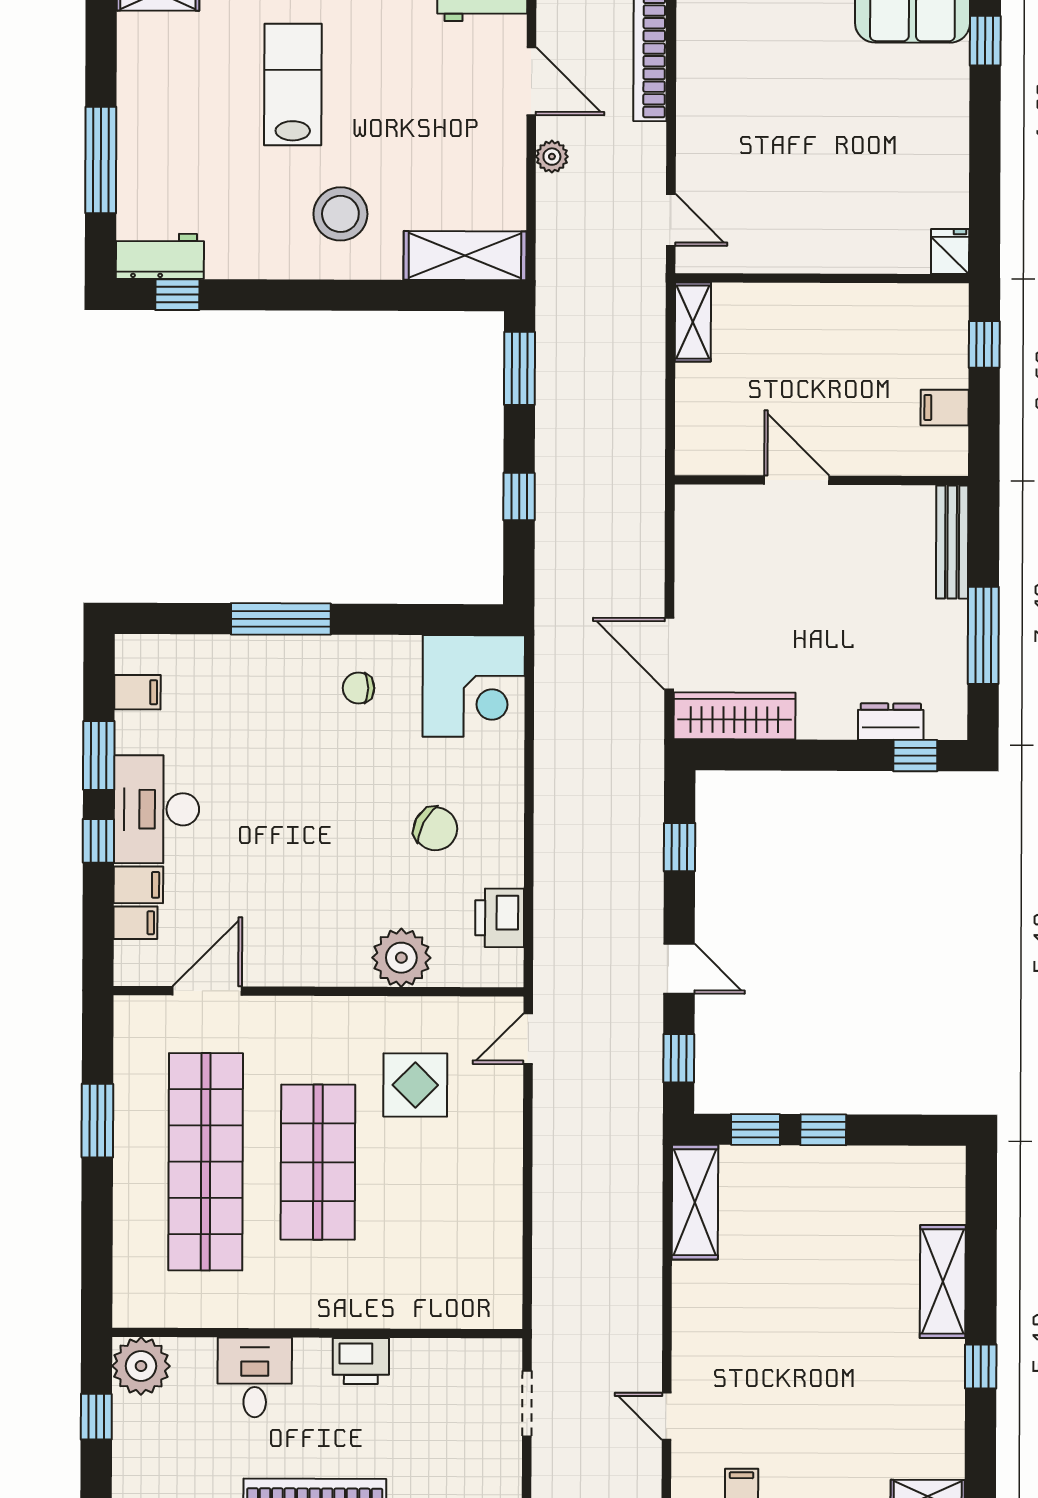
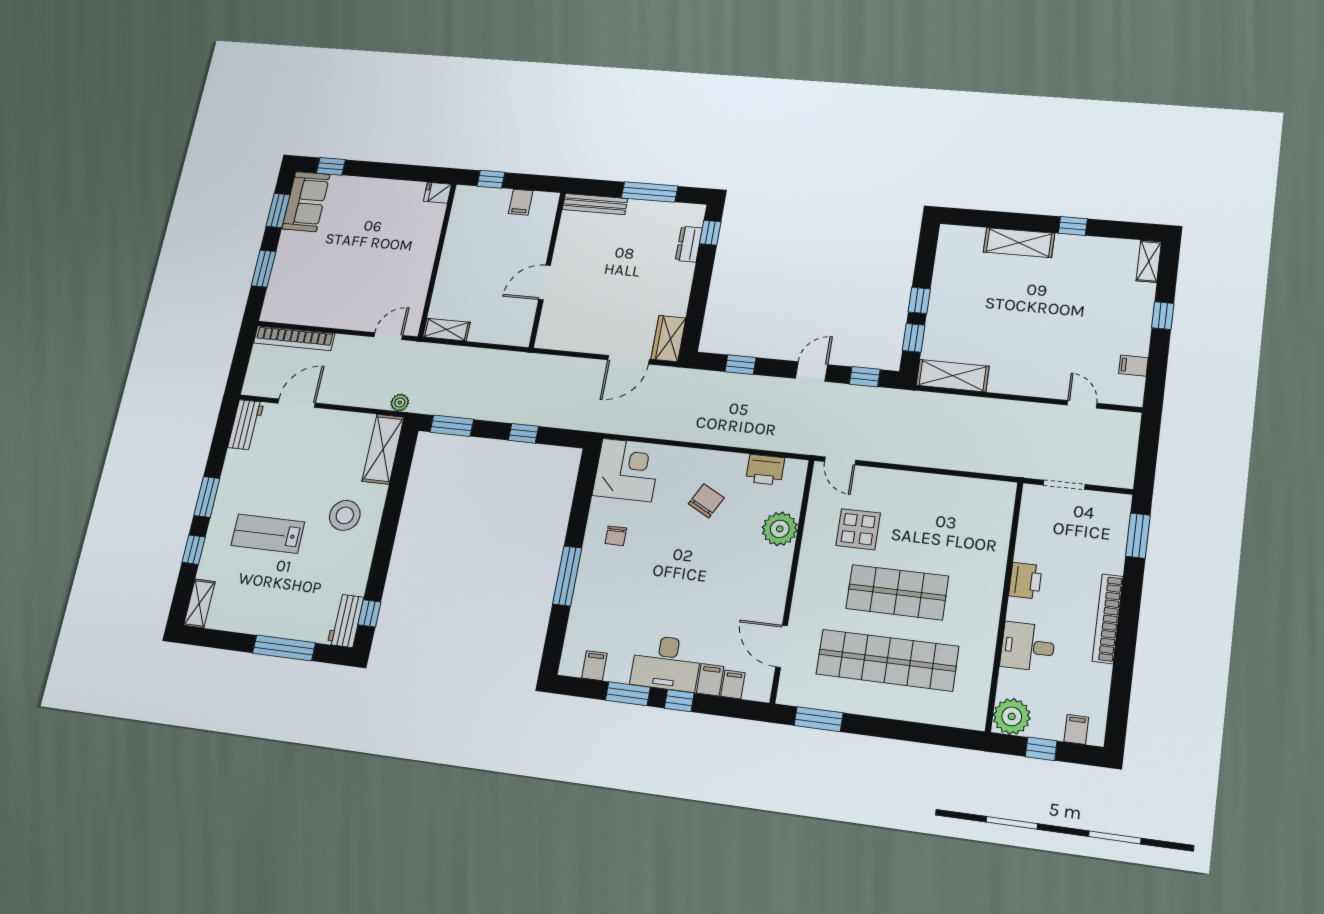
plant: (552, 157) -> (400, 403), moved
wardrobe: (735, 716) -> (668, 339), width x0.67
window: (97, 1121) -> (819, 719), moved
door: (667, 1416) -> (1082, 404), swing flipped
filing cabinet: (134, 1466) -> (1076, 729), added

